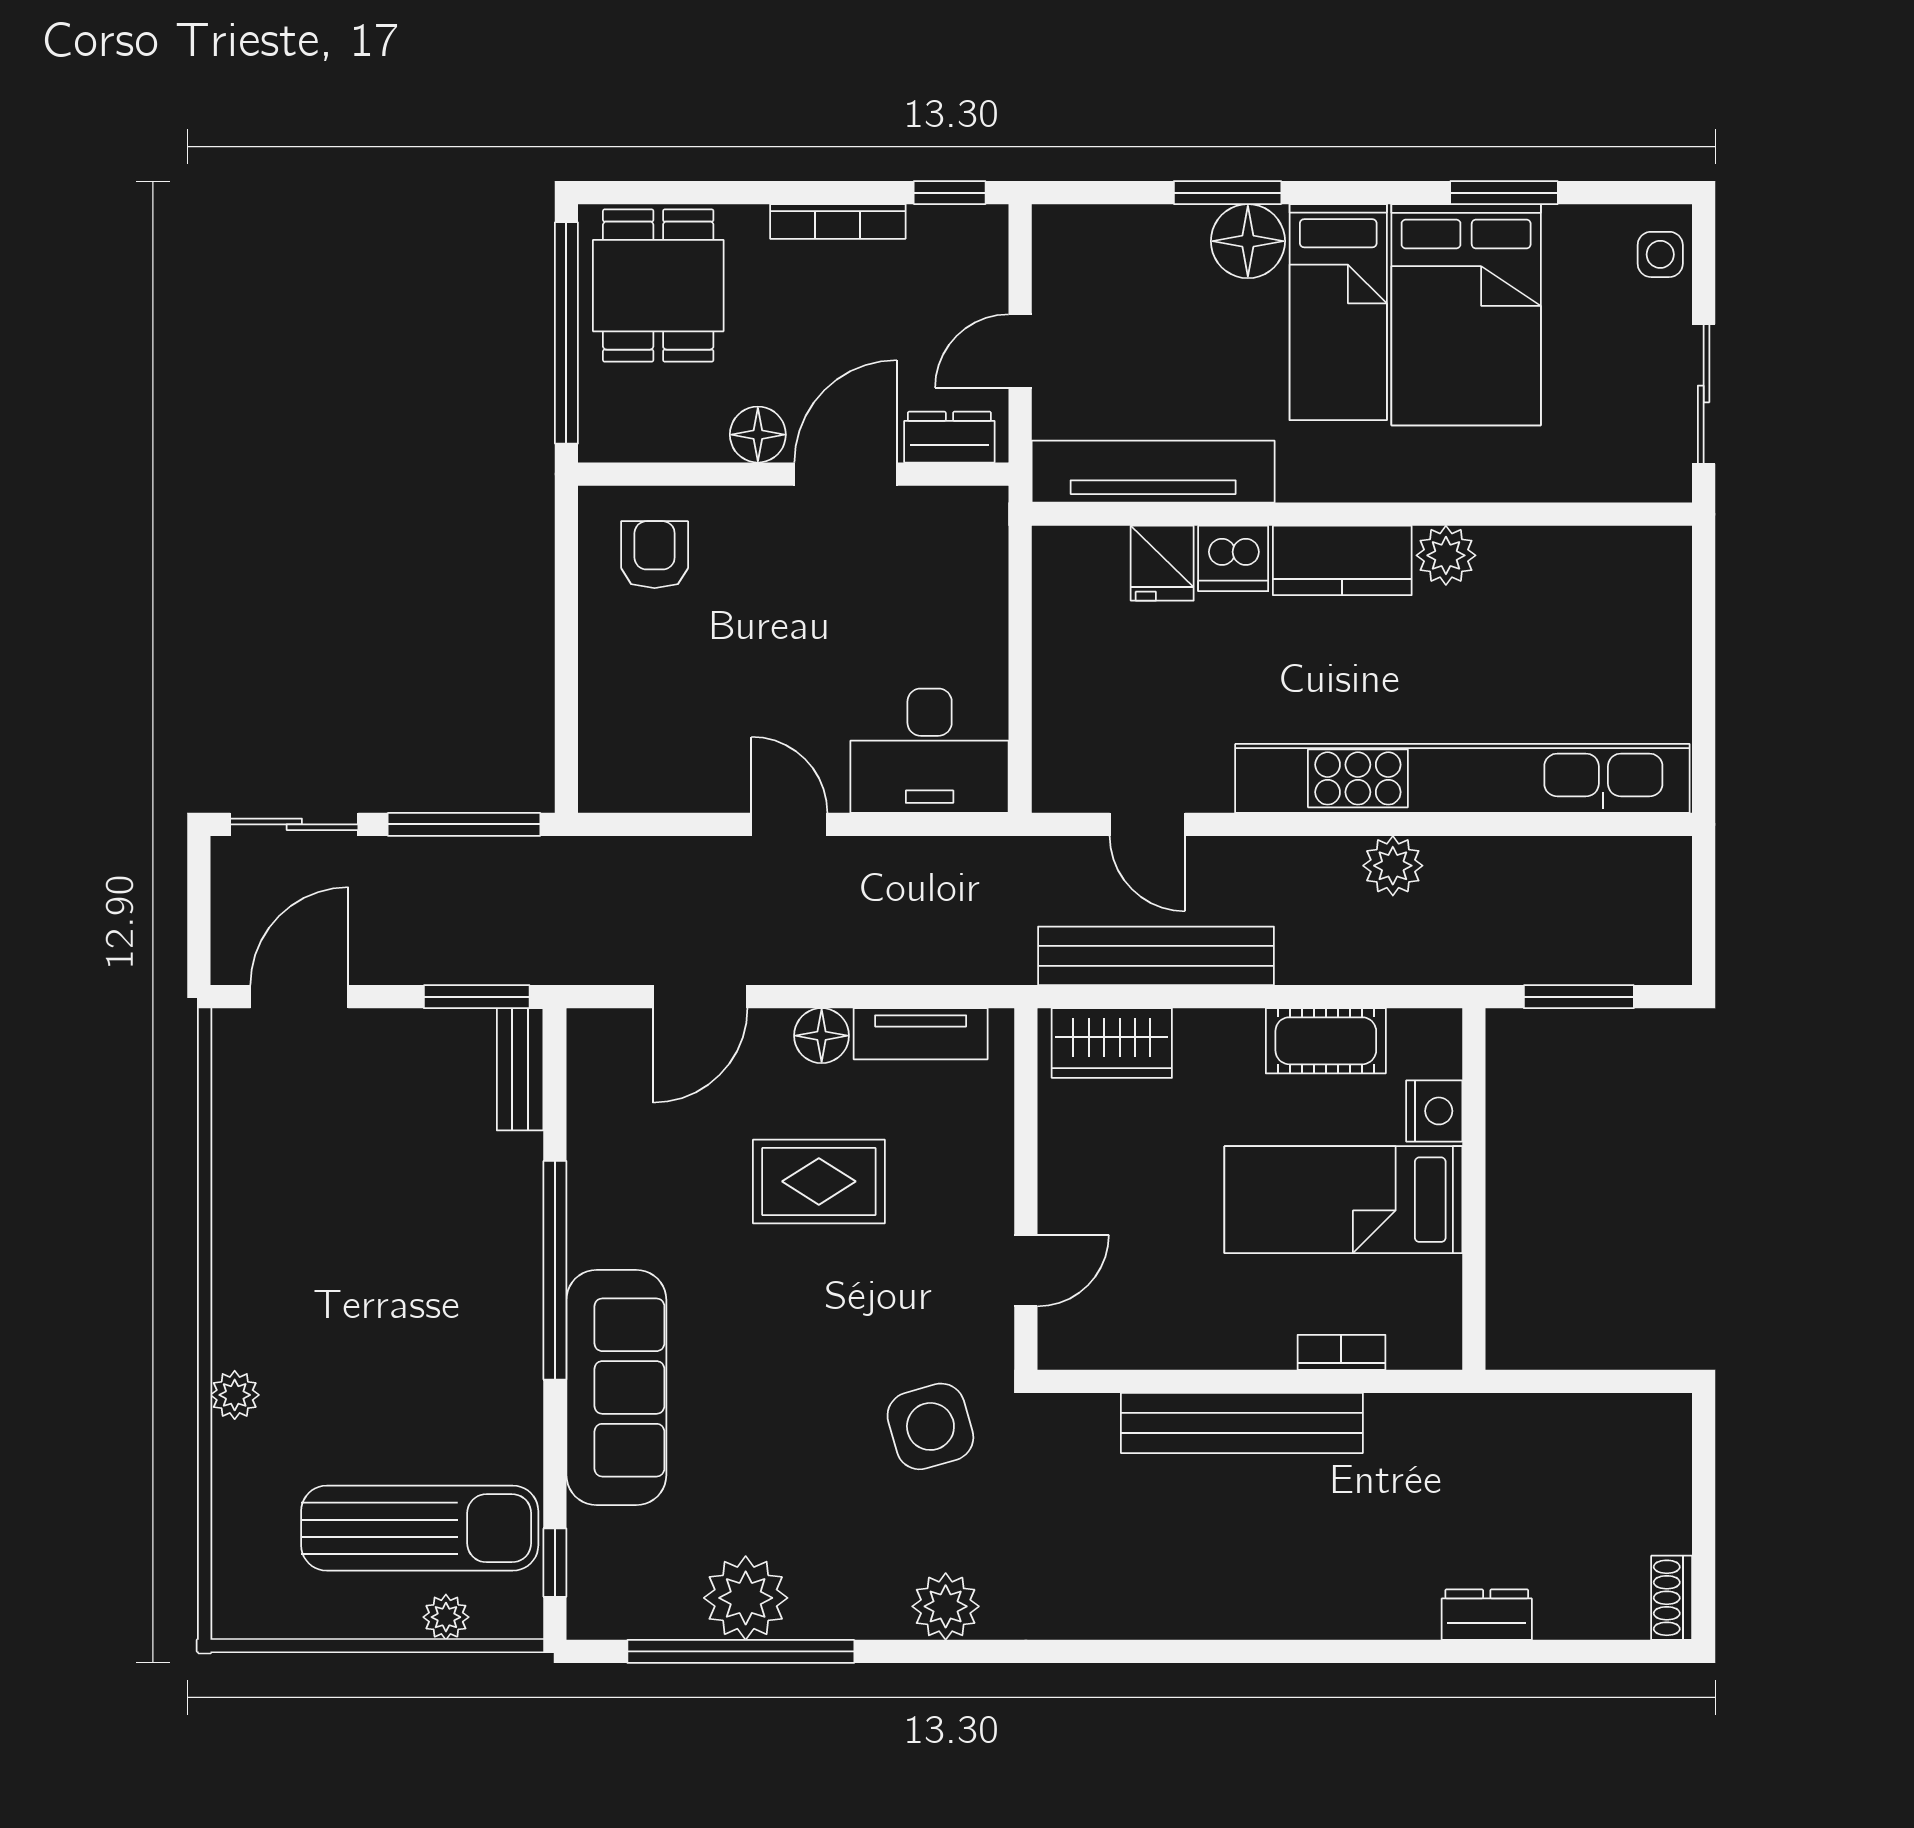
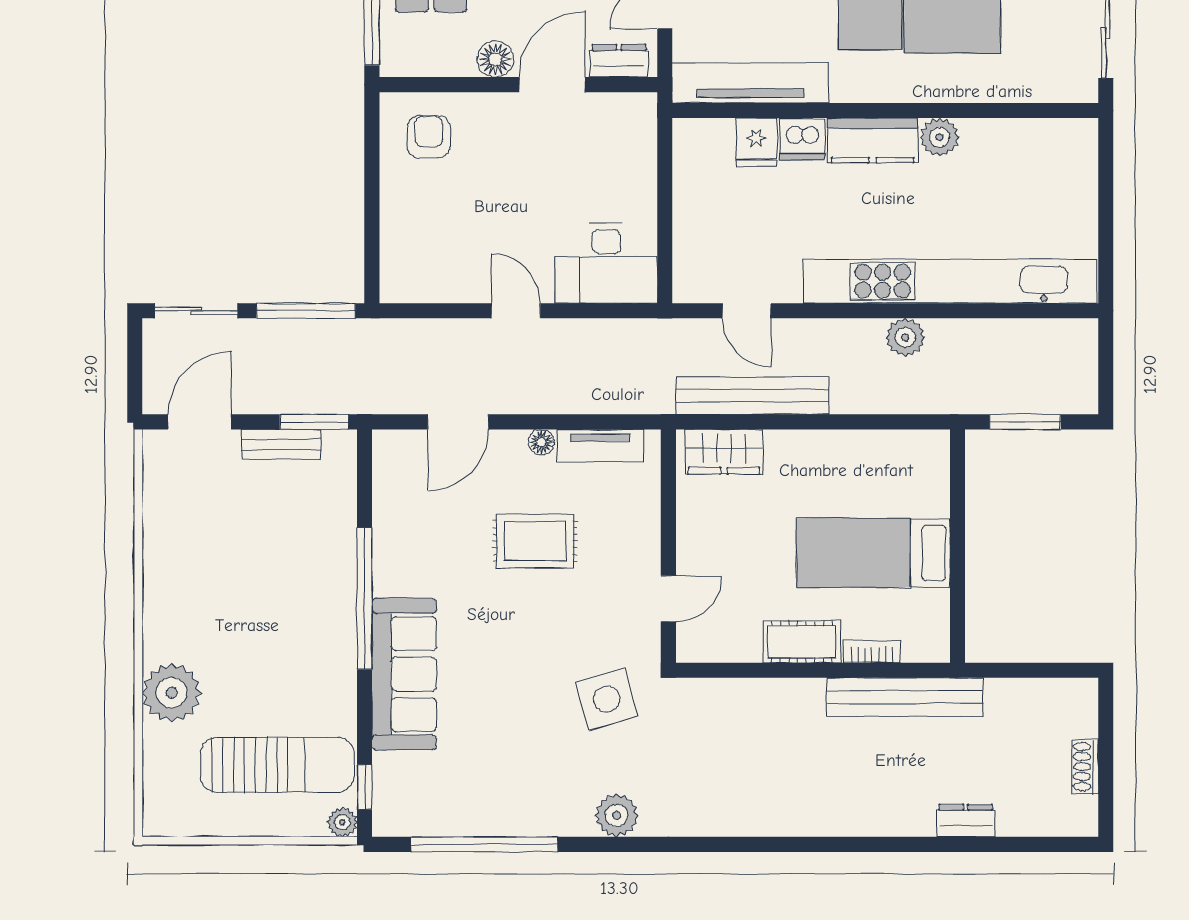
floor lamp: (822, 1036) -> (541, 442), width x0.73, depth x0.73
cot: (1326, 1041) -> (802, 642), moved
bench: (520, 1069) -> (281, 444), moved, turned 90
nightstand: (1434, 1111) -> (932, 496), removed
plant: (235, 1395) -> (172, 693), width x1.87, depth x1.87
bench: (1242, 1423) -> (905, 697), moved
plant: (746, 1598) -> (488, 810), removed
shoe rack: (1672, 1598) -> (1085, 767), moved
plant: (446, 1617) -> (342, 822), moved

